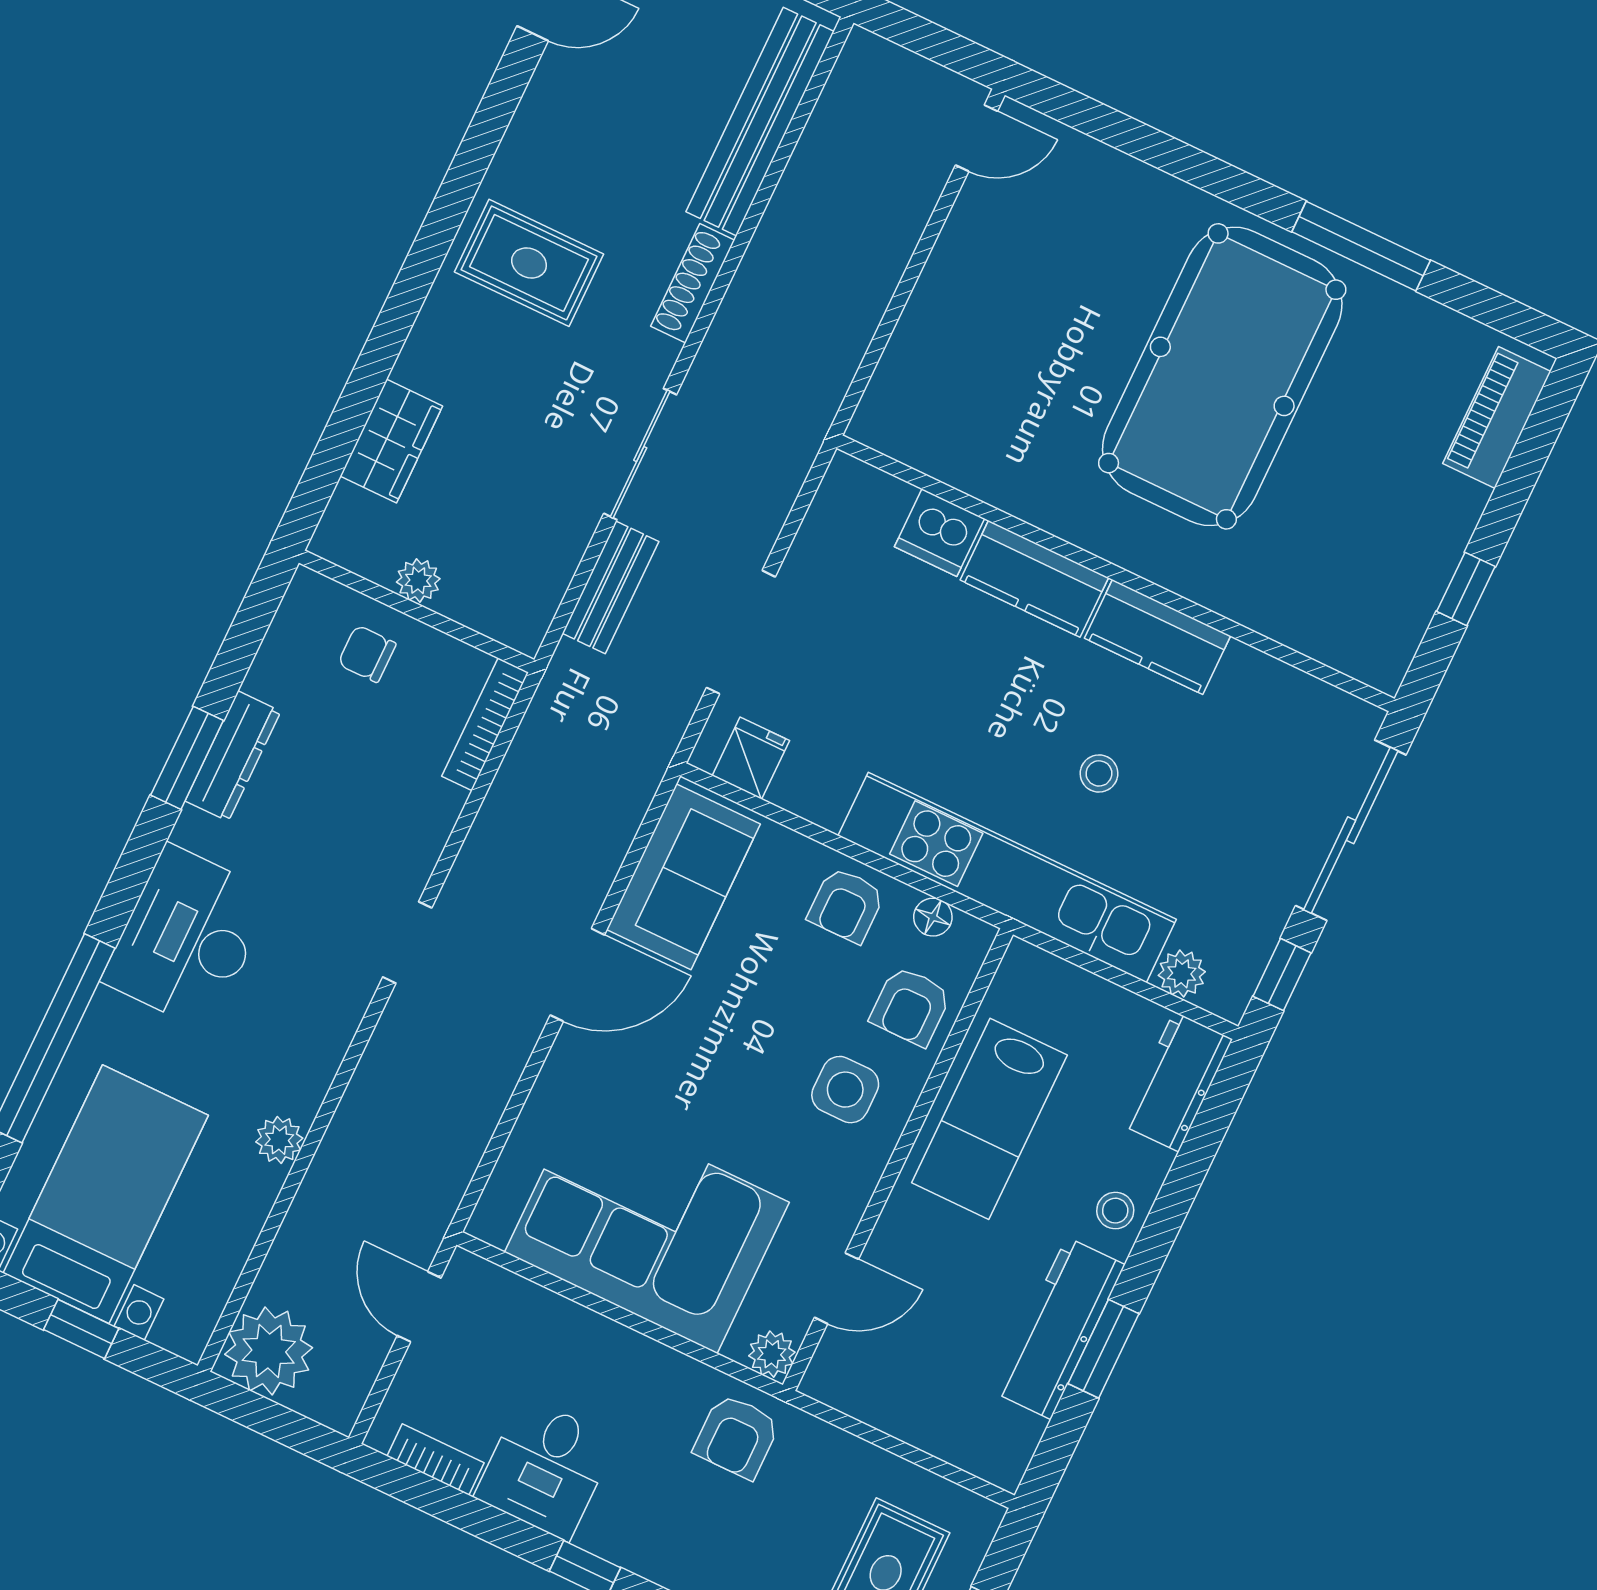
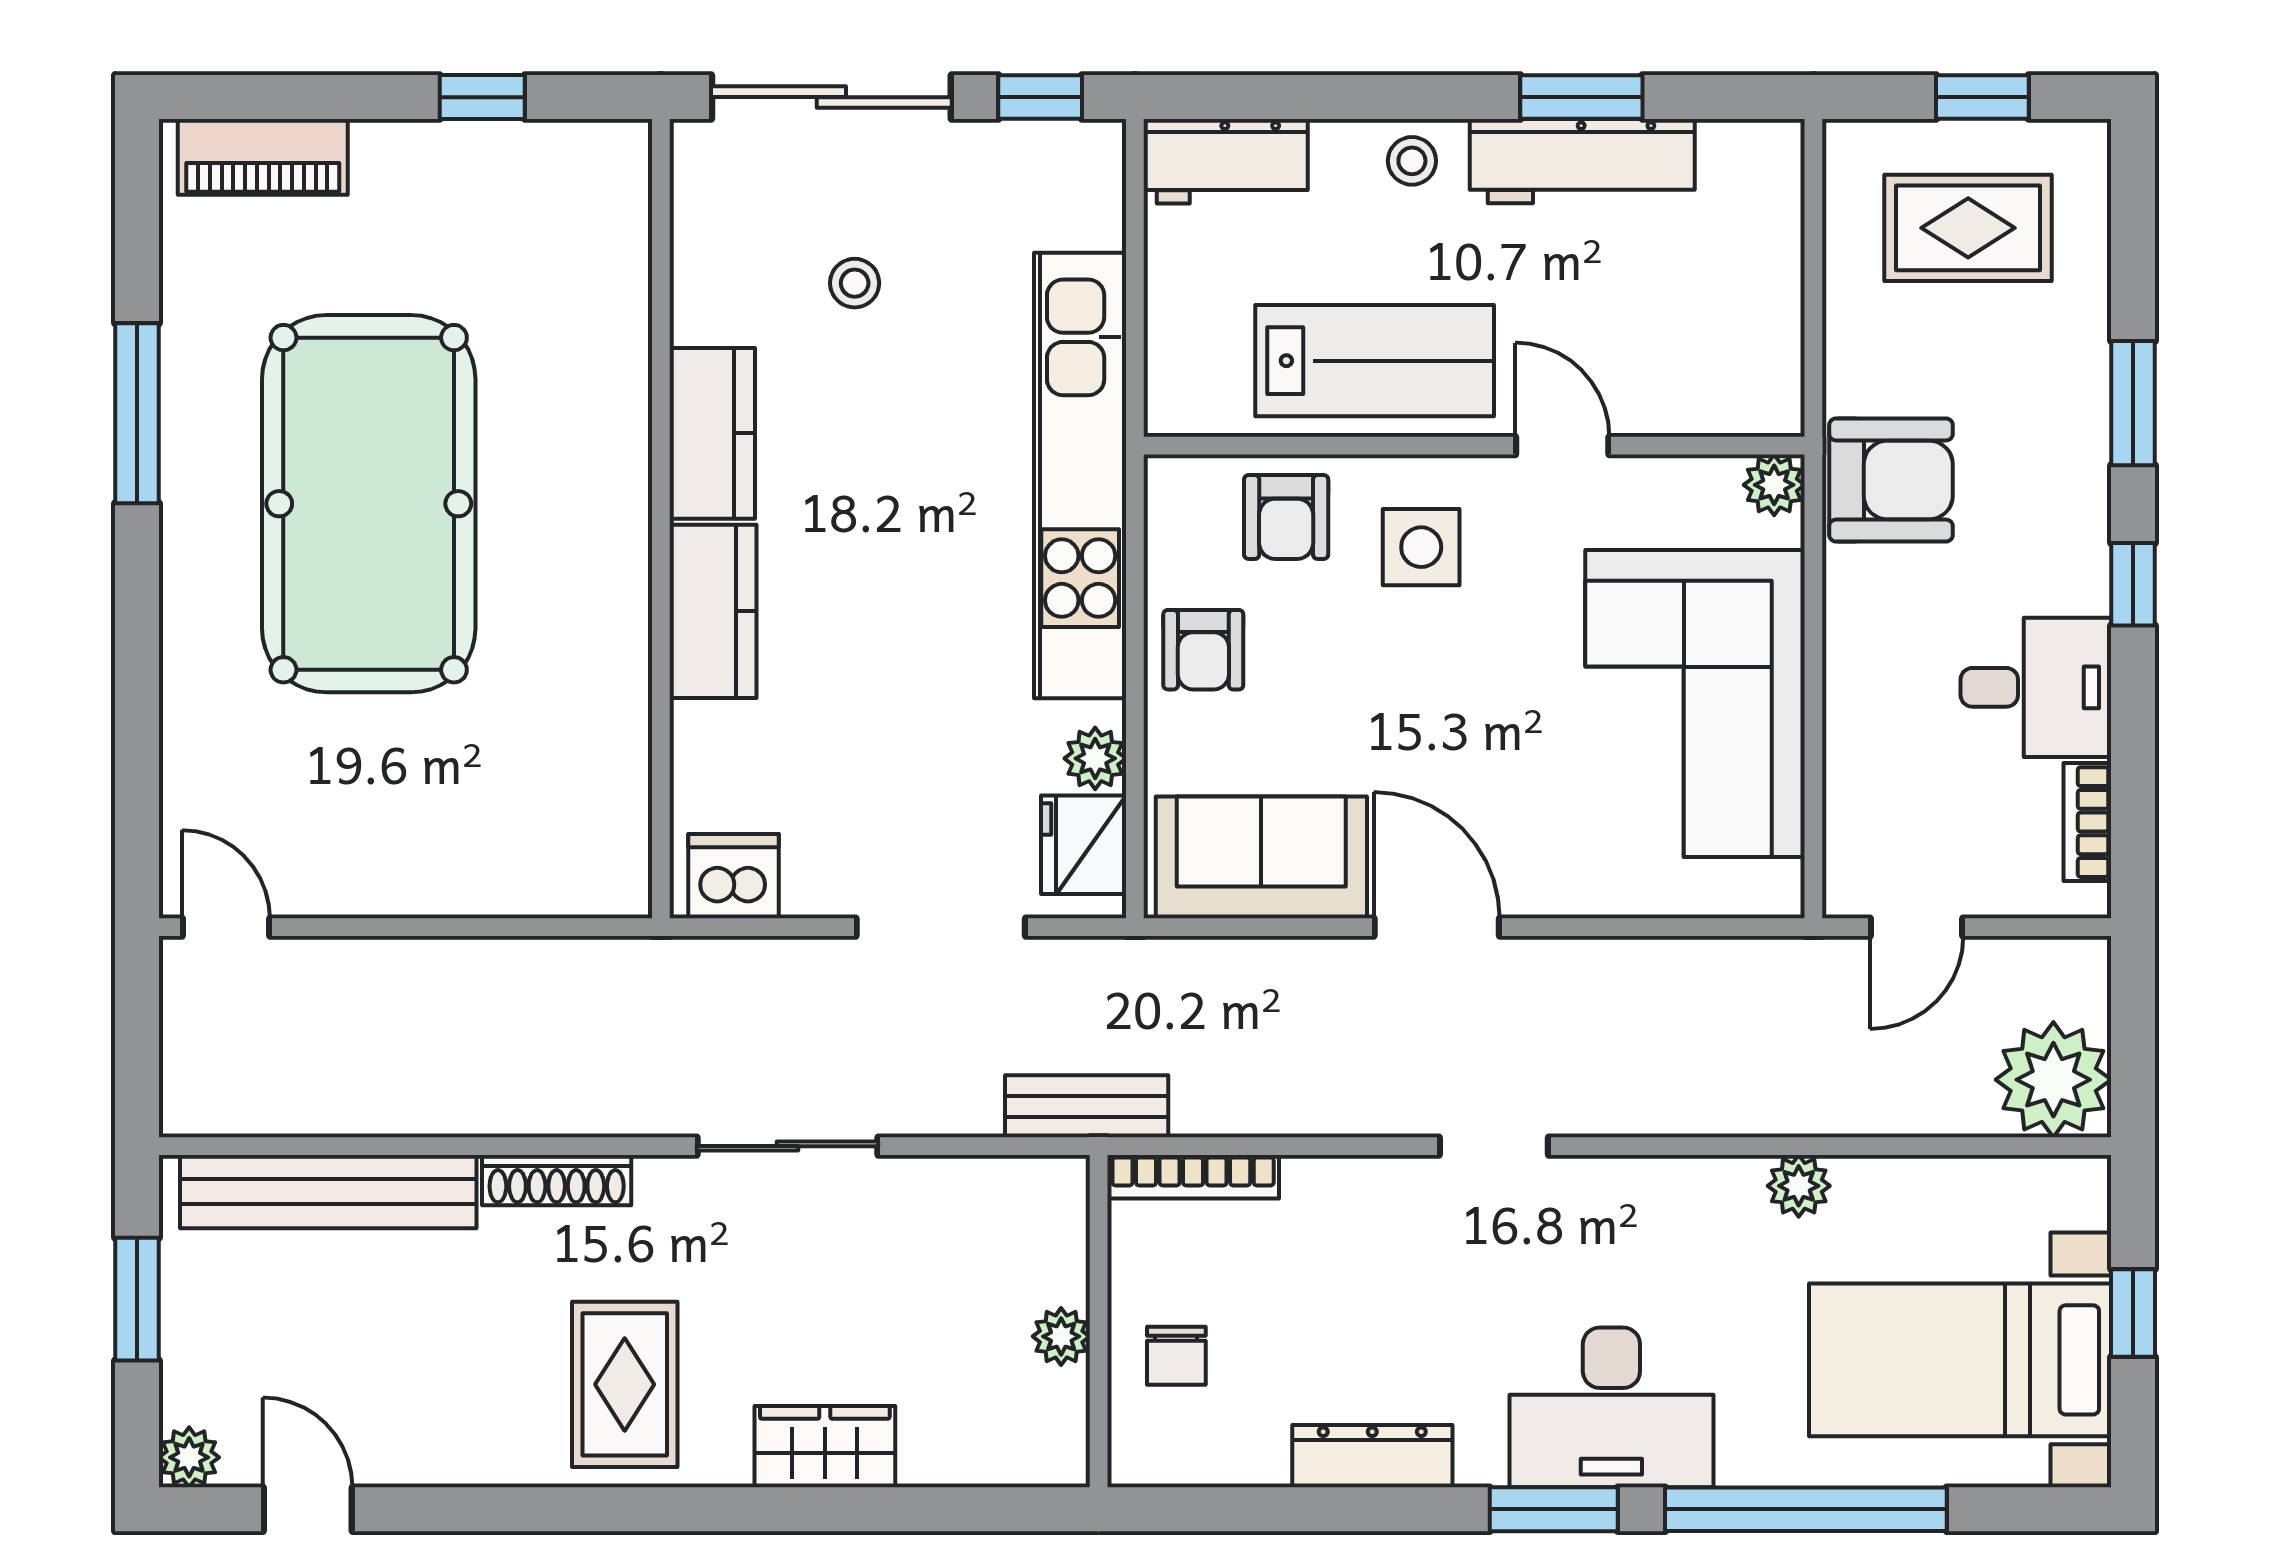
pool table: (1222, 376) -> (369, 504), turned 90
wardrobe: (391, 441) -> (825, 1447), moved
dishwasher: (939, 533) -> (734, 876), moved, turned -90
bench: (610, 587) -> (1087, 1106), moved
window: (187, 758) -> (1554, 1509), moved
fridge: (751, 758) -> (1084, 845), width x1.38
stool: (1099, 773) -> (855, 283), moved
armchair: (846, 905) -> (1203, 650), turned 90
floor lamp: (933, 917) -> (1169, 541), removed
plant: (1182, 973) -> (1095, 758), moved
armchair: (911, 1006) -> (1286, 517), turned 90
door: (836, 1288) -> (1562, 446), moved
armchair: (737, 1436) -> (1891, 480), width x1.38, depth x1.38

